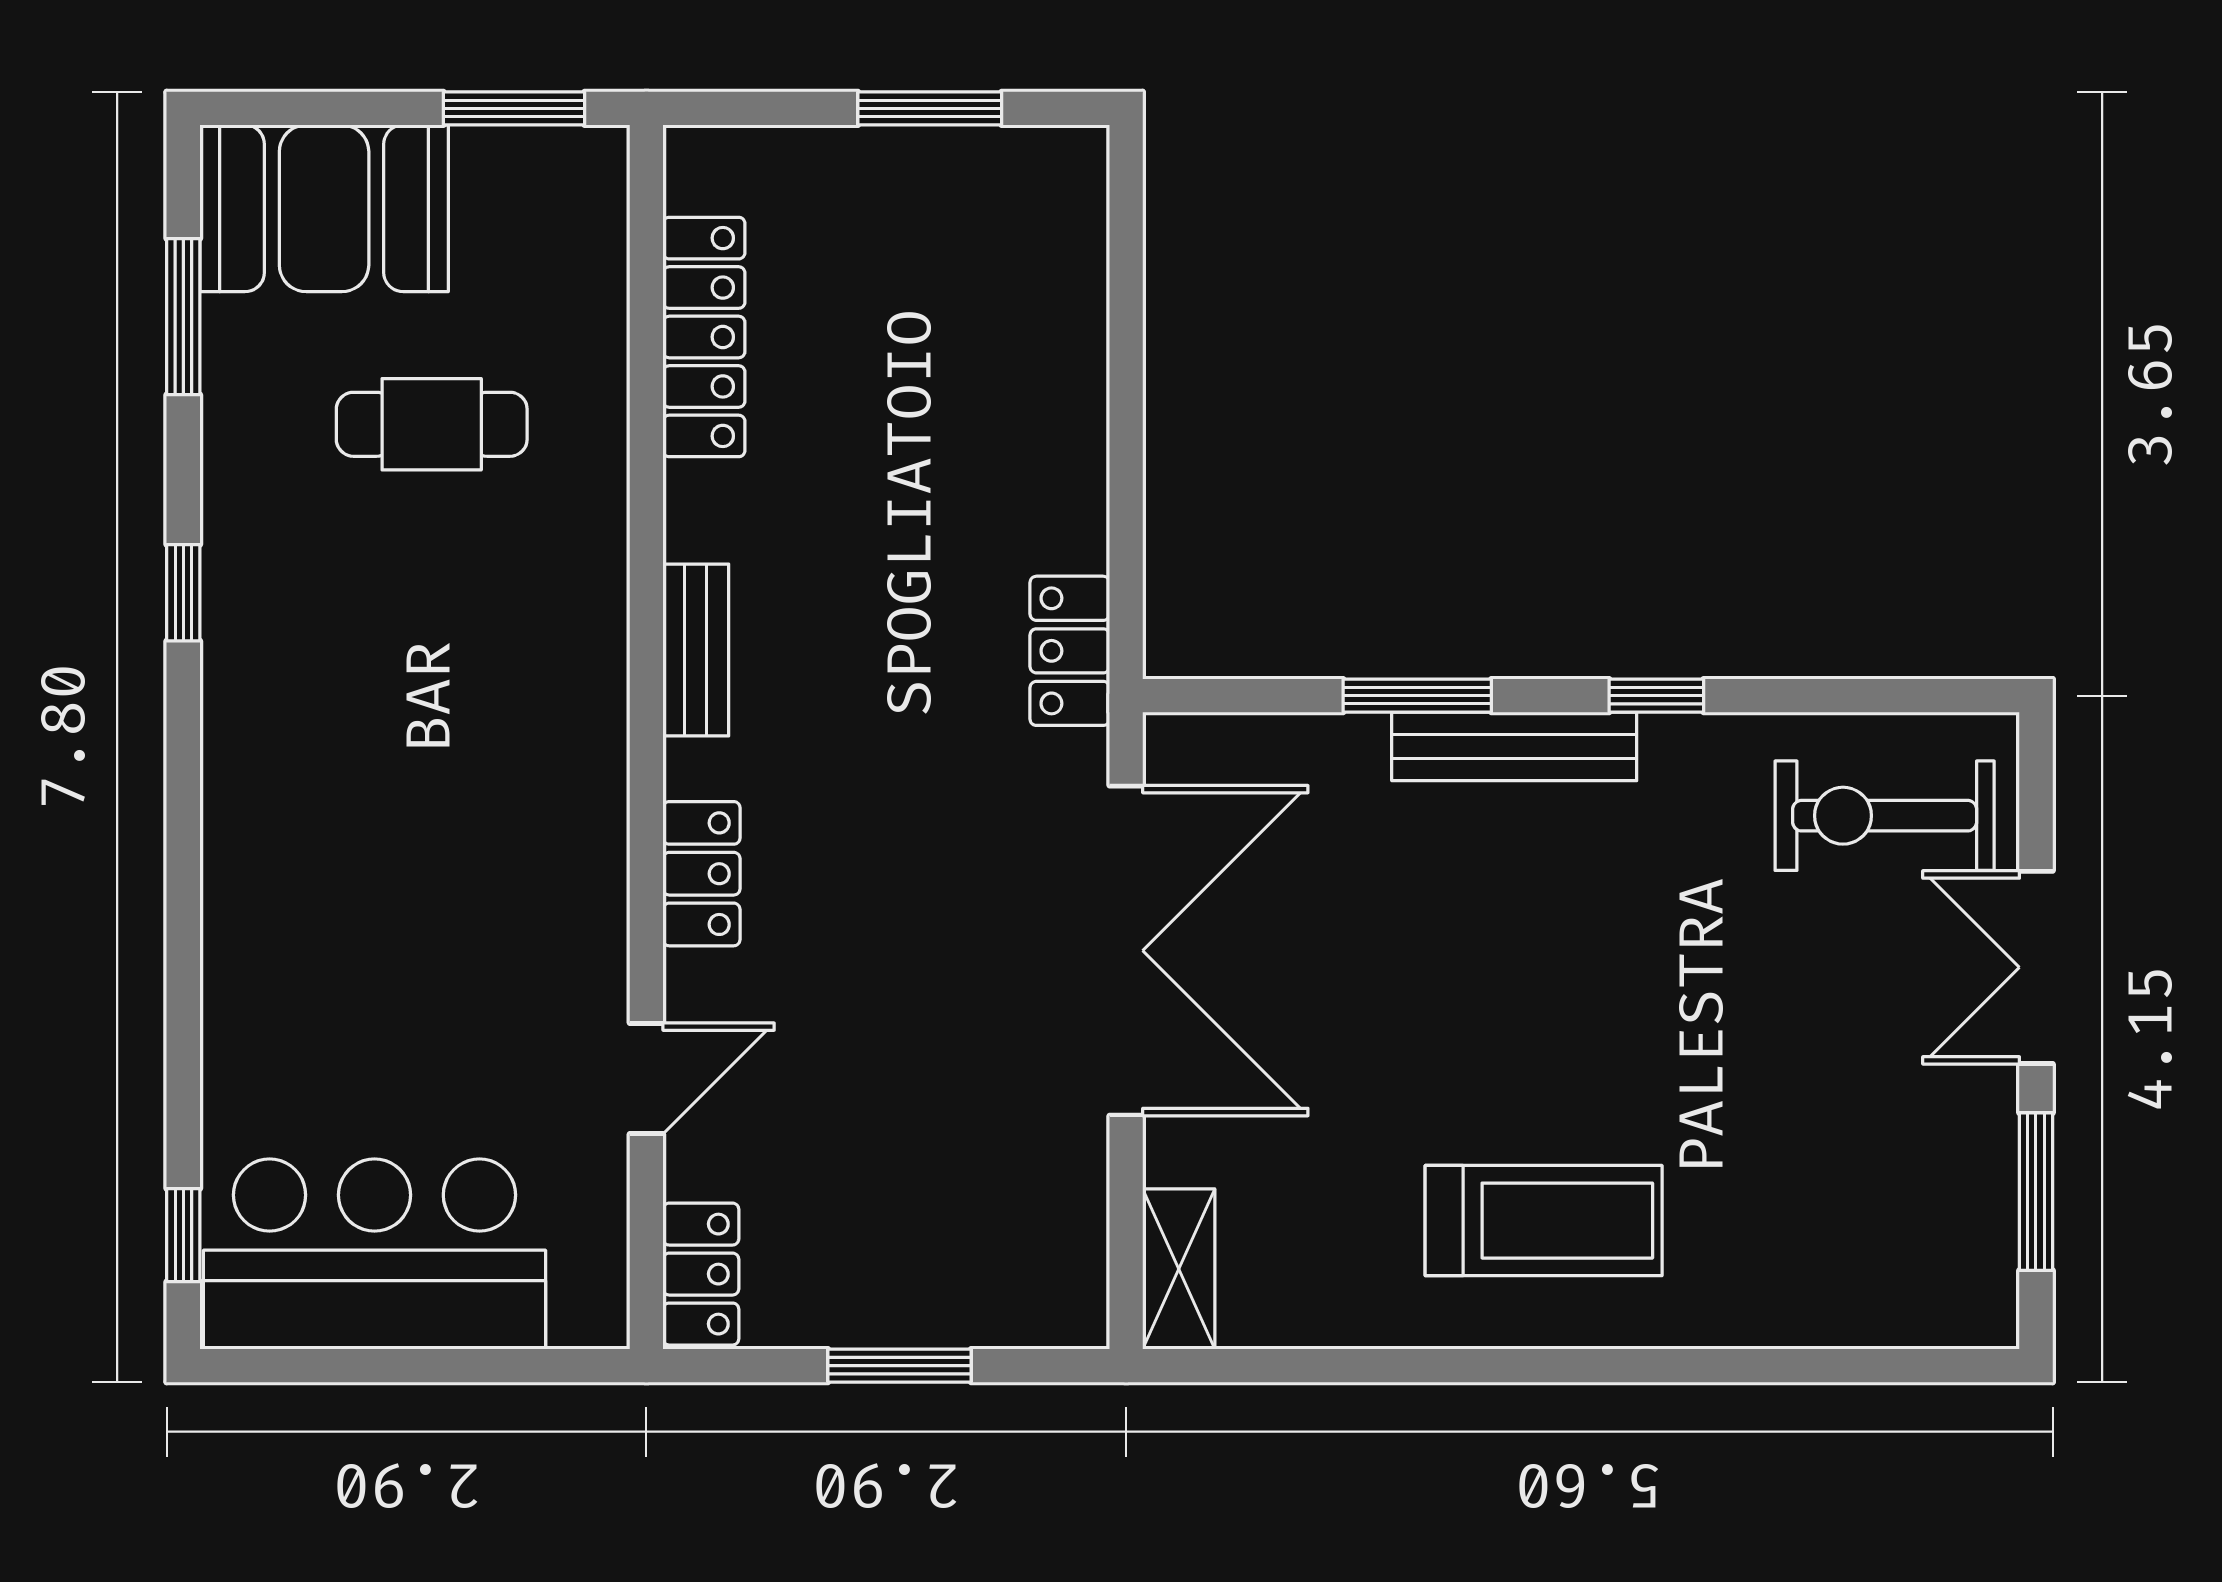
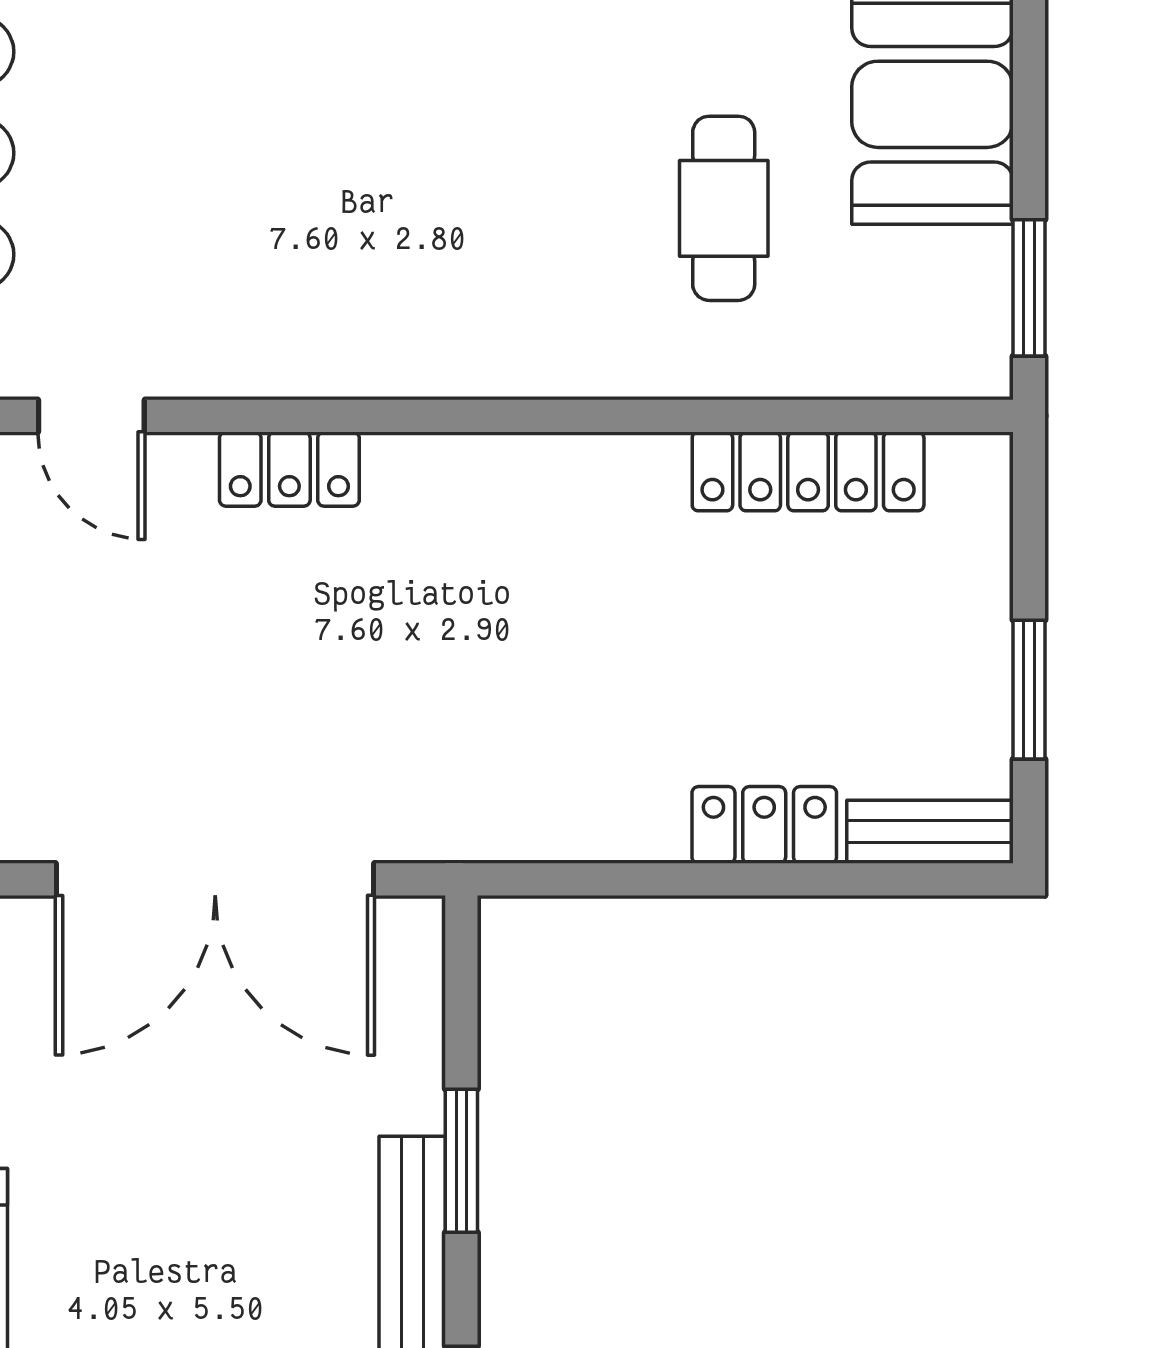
bench: (696, 650) -> (930, 832), moved
locker: (1070, 651) -> (764, 825), moved

